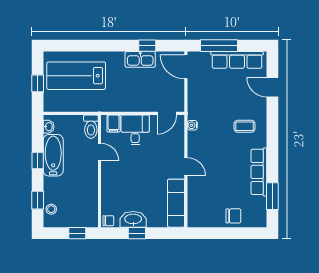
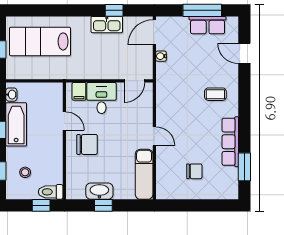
window: (219, 46) -> (202, 10), moved
row of seats: (237, 60) -> (208, 25), width x0.68
door: (186, 67) -> (154, 32), hinge flipped
water cooler: (192, 125) -> (161, 56), moved
toilet: (91, 127) -> (51, 192), moved, turned 90
stool: (51, 209) -> (25, 172), moved
chair: (233, 216) -> (194, 171), moved
chair: (108, 221) -> (87, 144), moved, width x1.87, depth x1.87

